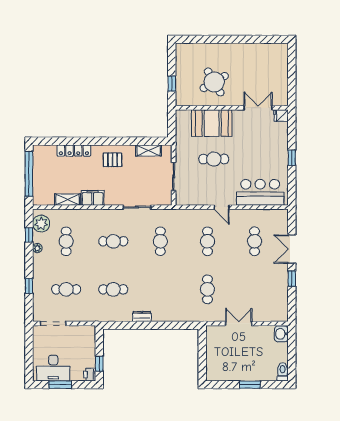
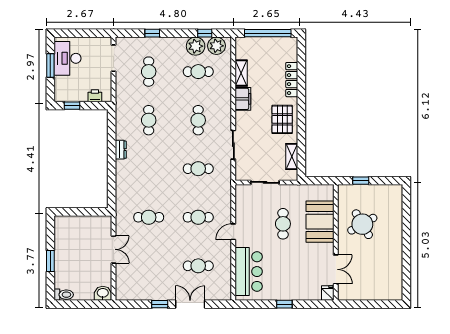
pallet: (113, 160) -> (282, 119), width x1.50, depth x1.42
plant: (37, 248) -> (196, 46), width x1.88, depth x1.88
printer: (90, 374) -> (95, 96), moved

